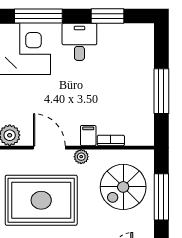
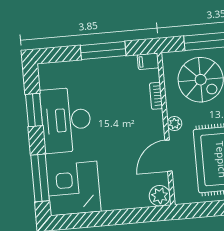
desk: (79, 42) -> (66, 120), width x1.87, depth x1.30
filing cabinet: (88, 136) -> (148, 61), moved

